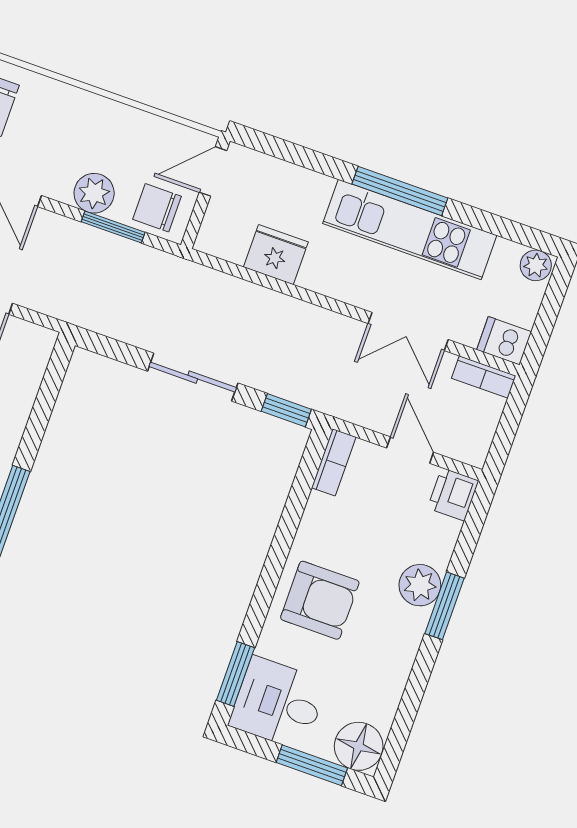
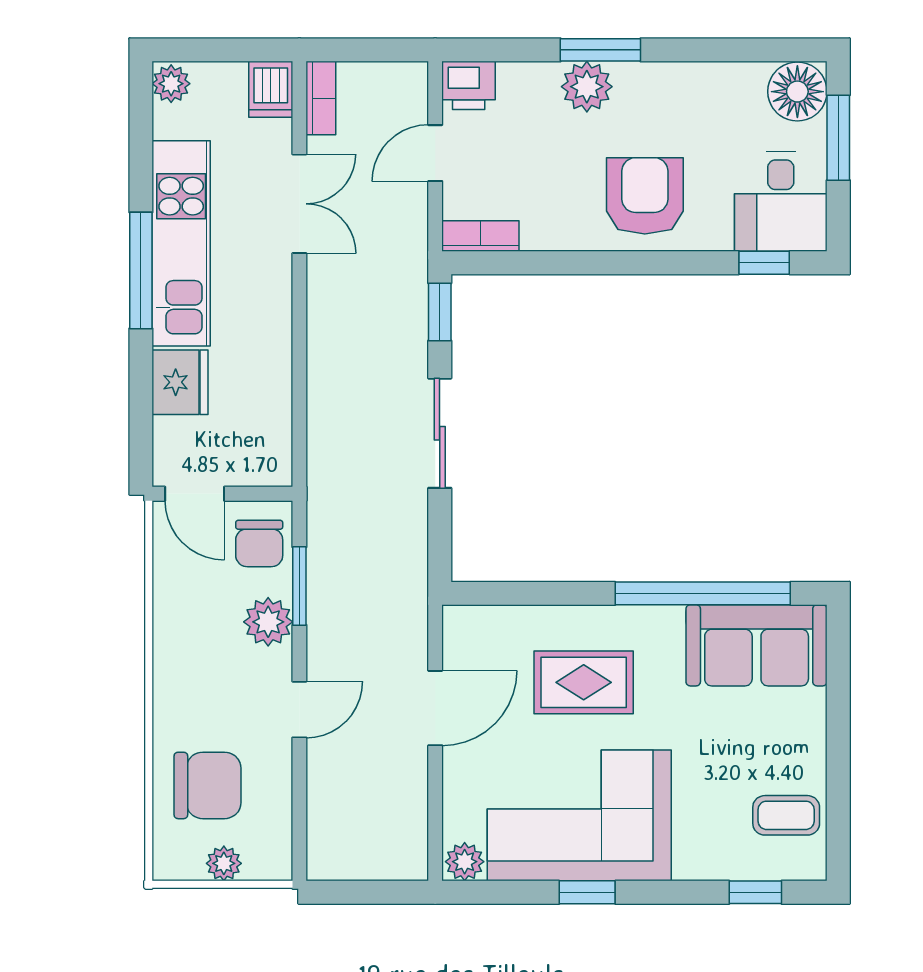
fridge: (276, 255) -> (180, 382), moved, turned 180
window: (236, 674) -> (764, 263), width x0.67

